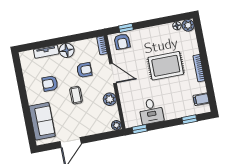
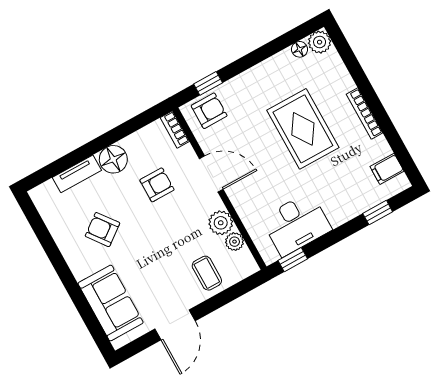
armchair: (122, 42) -> (209, 111), turned -90
rug: (166, 66) -> (303, 129), turned 90
armchair: (50, 83) -> (103, 230), turned 53
coffee table: (76, 95) -> (207, 273), moved
desk: (151, 111) -> (296, 224), width x1.37
plant: (116, 125) -> (235, 242), moved

